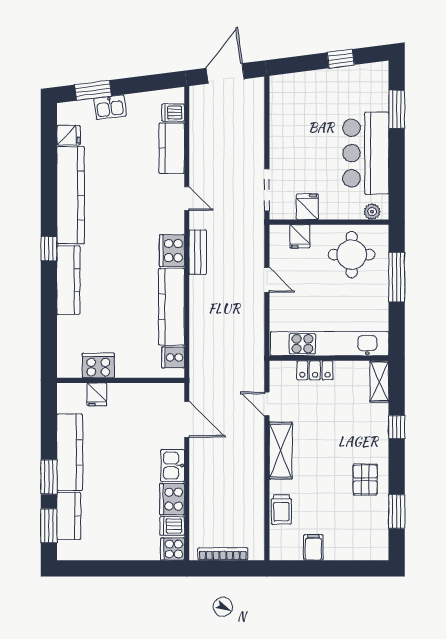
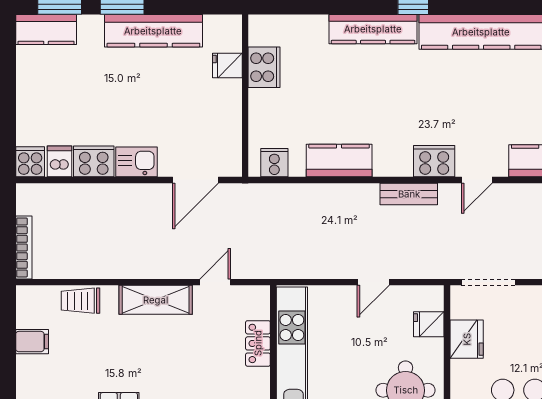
fridge: (307, 207) -> (467, 339), width x1.38
cooker: (172, 251) -> (434, 161), moved
kitchen counter: (171, 307) -> (339, 161), width x0.67
kitchen counter: (69, 516) -> (46, 30), moved
bookcase: (223, 554) -> (24, 247), moved

